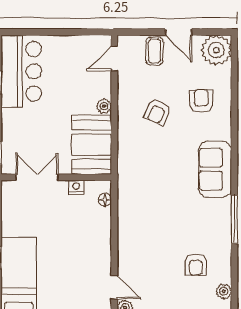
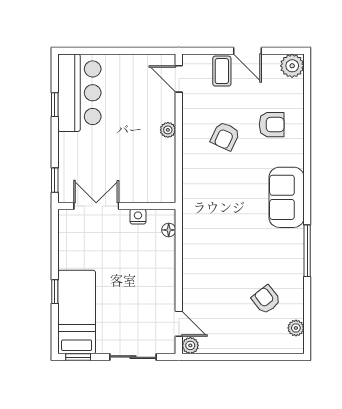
plant: (216, 50) -> (292, 66), width x0.73, depth x0.73
door: (114, 58) -> (179, 79), hinge flipped
armchair: (201, 101) -> (272, 125), turned 90
booth: (92, 145) -> (154, 171), removed
armchair: (196, 265) -> (266, 299), turned 142

